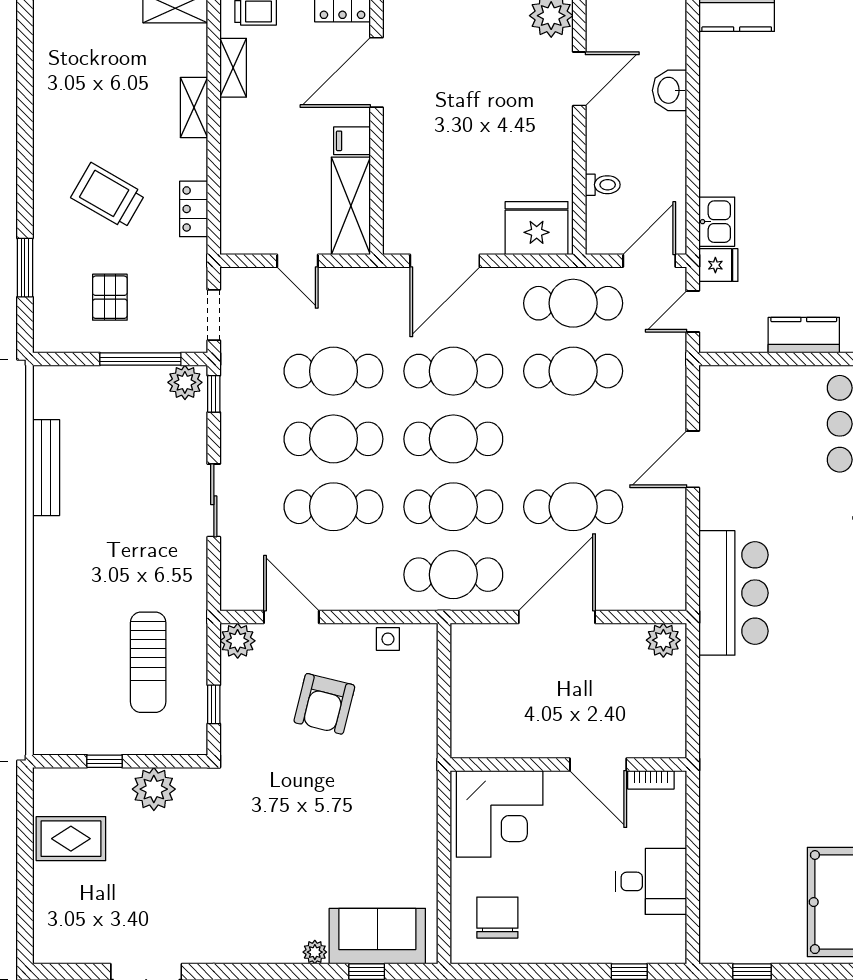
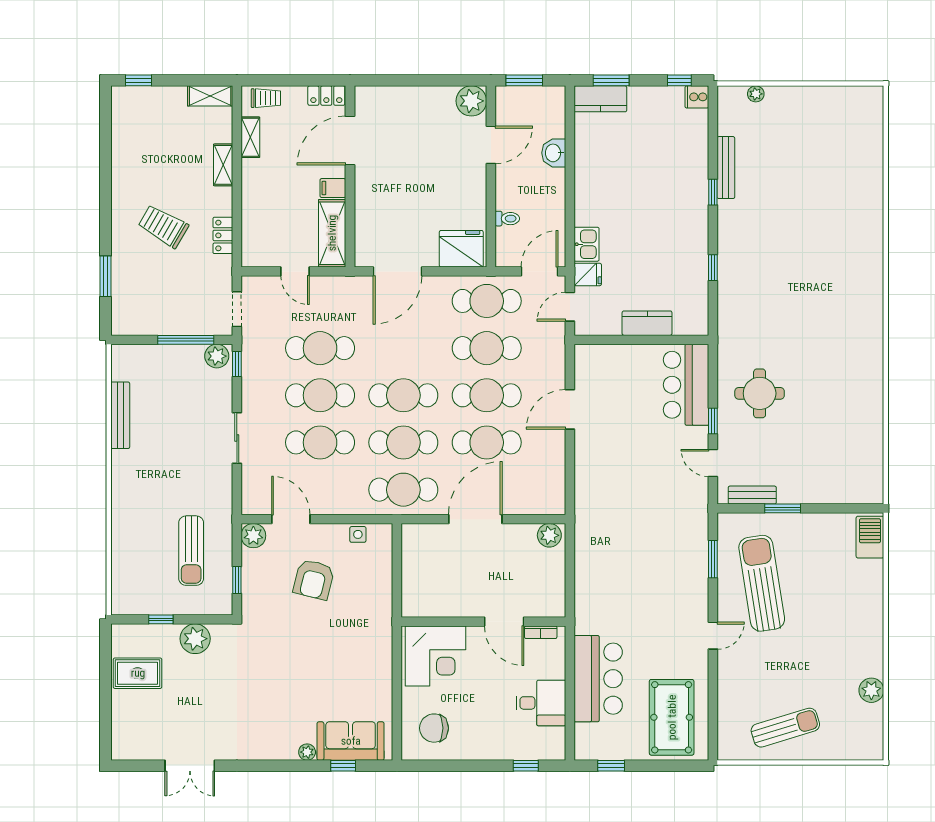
pallet: (110, 297) -> (165, 297), removed
cafe table: (453, 371) -> (487, 395), moved
bar counter: (734, 593) -> (598, 679), moved
chair: (497, 918) -> (434, 728), turned -90

